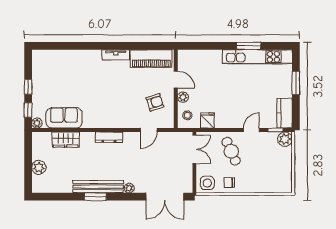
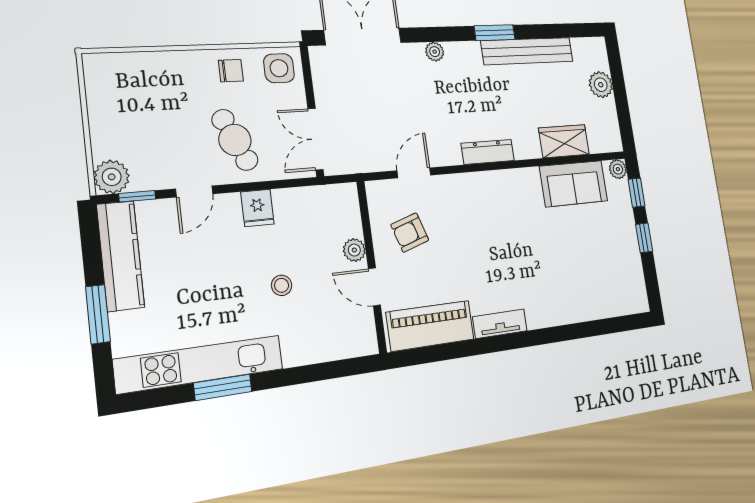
kitchen counter: (285, 113) -> (120, 256), width x1.50
stool: (187, 115) -> (282, 285), moved
fridge: (208, 120) -> (257, 208), moved
bench: (98, 187) -> (527, 51), moved

